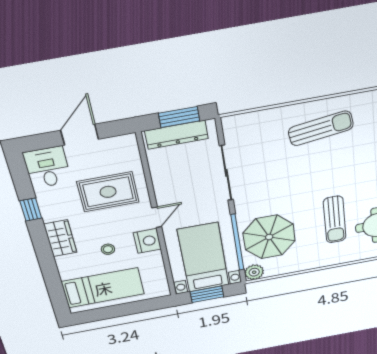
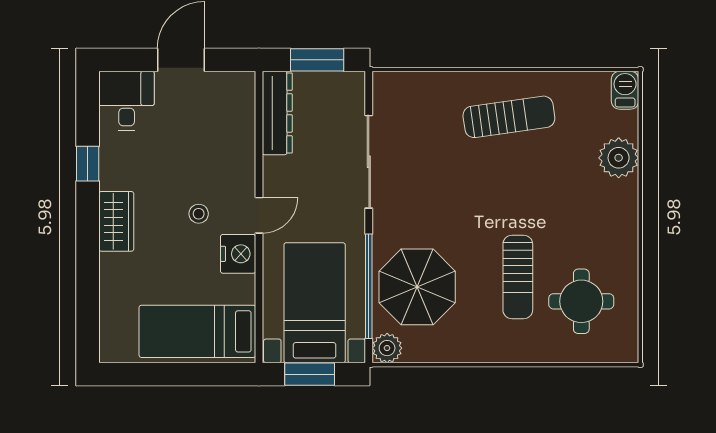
dresser: (176, 135) -> (277, 113), moved, turned -90
rug: (108, 192) -> (199, 158), removed
stool: (108, 249) -> (199, 214), moved
bed: (103, 288) -> (197, 331), moved, turned 180

